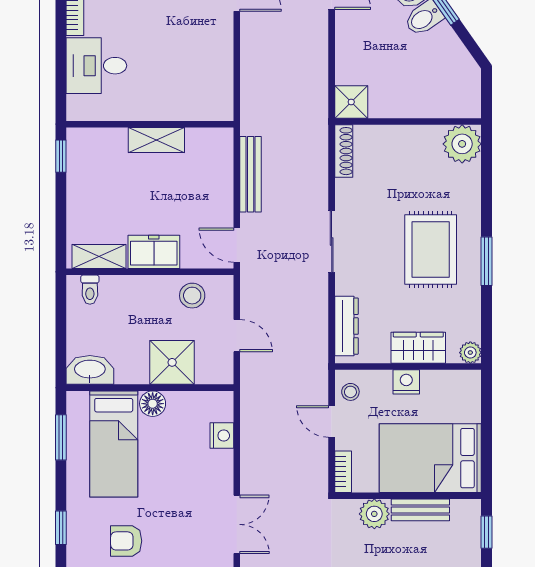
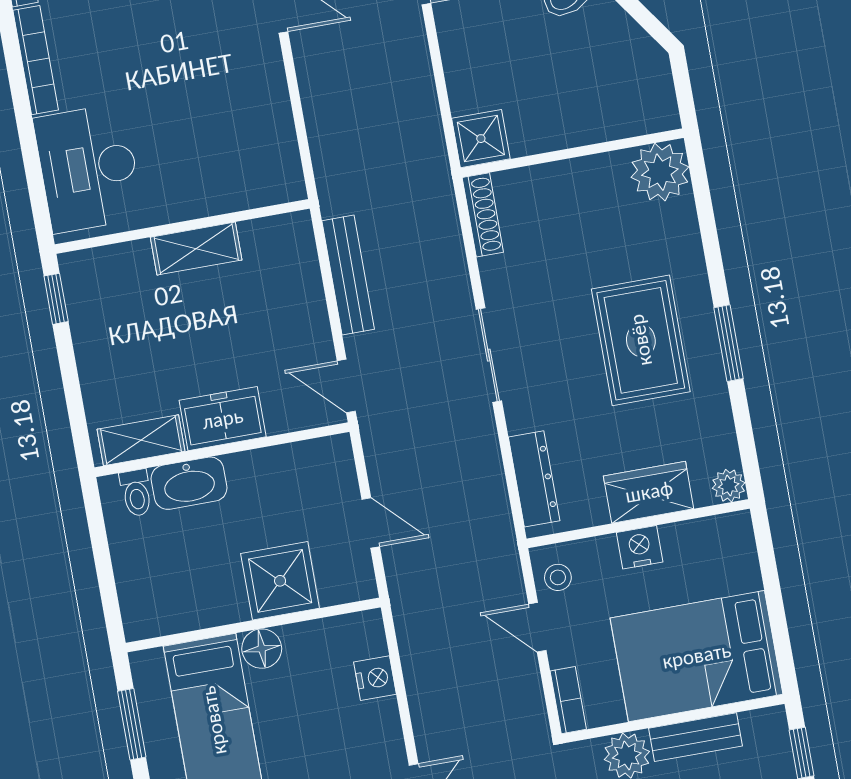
desk: (96, 66) -> (88, 168), width x1.37
stool: (192, 296) -> (292, 474), removed
washbasin: (90, 370) -> (189, 483), moved, turned 180

